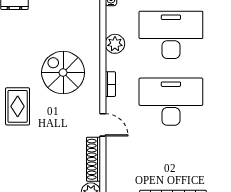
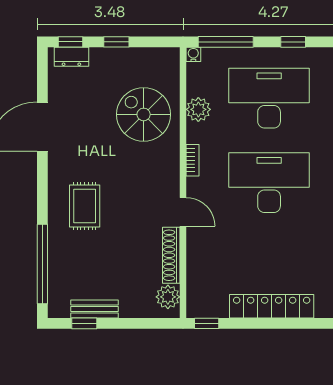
spiral stairs: (63, 73) -> (144, 114), moved
rug: (18, 106) -> (85, 206), moved

